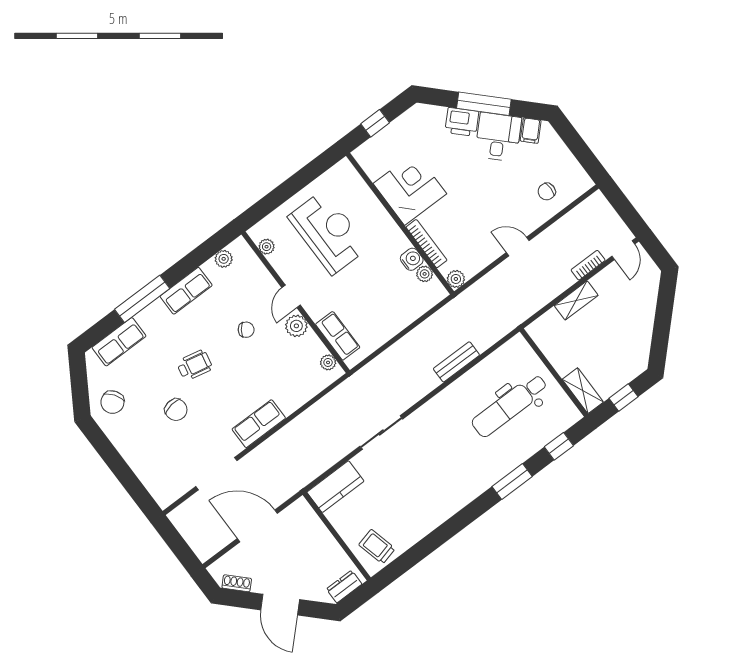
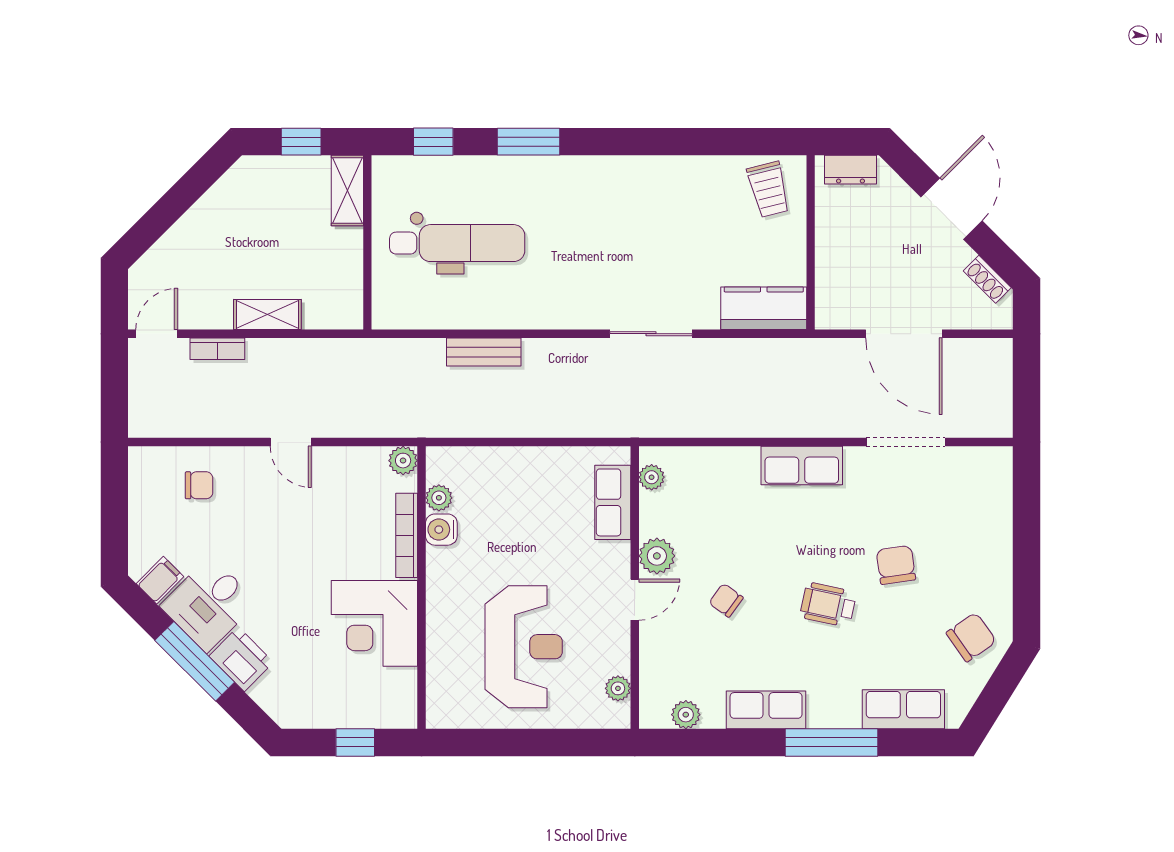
reception desk: (328, 232) -> (524, 647), turned 180

